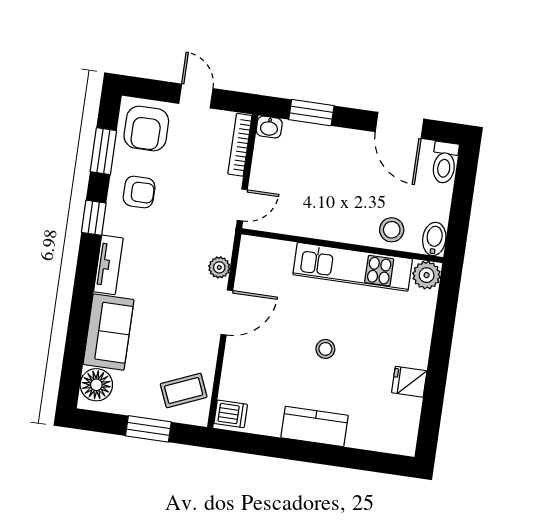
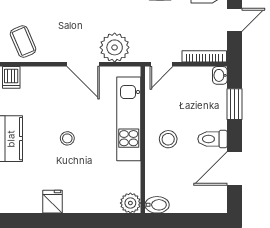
toilet: (445, 163) -> (213, 139), moved
door: (242, 205) -> (161, 64), hinge flipped
stool: (392, 230) -> (168, 139), moved
plant: (219, 267) -> (115, 47), width x1.88, depth x1.88
kitchen unit: (353, 267) -> (129, 119), moved

